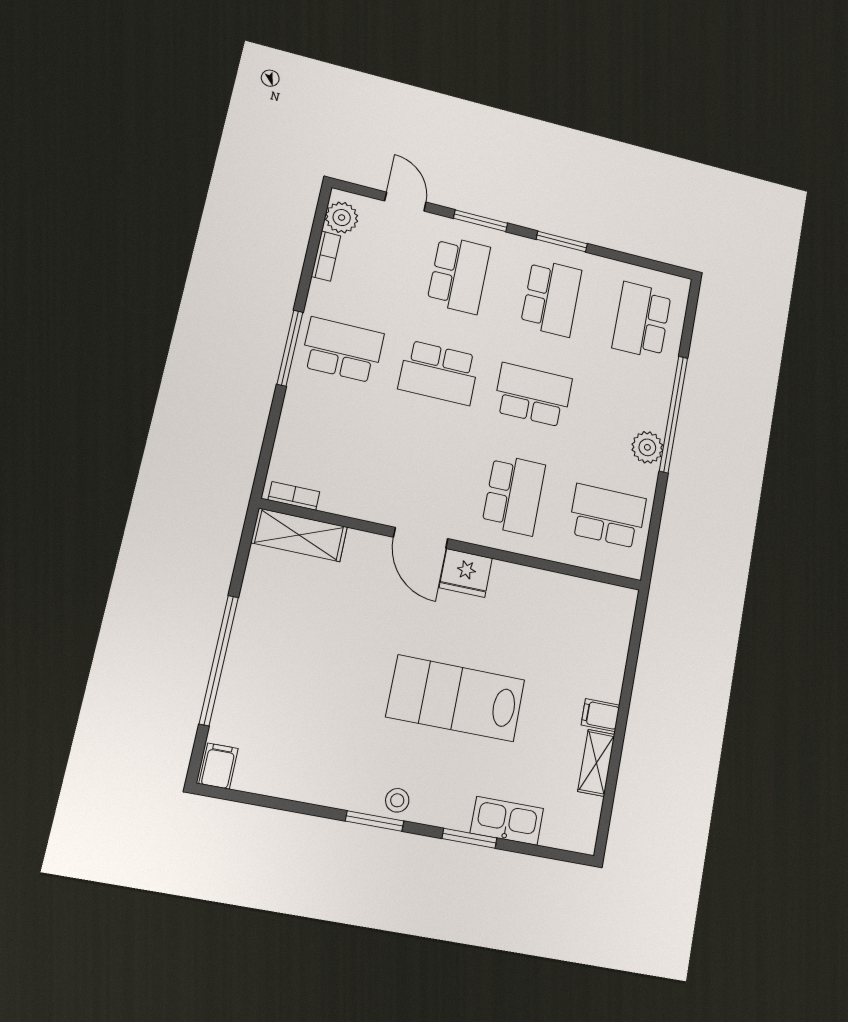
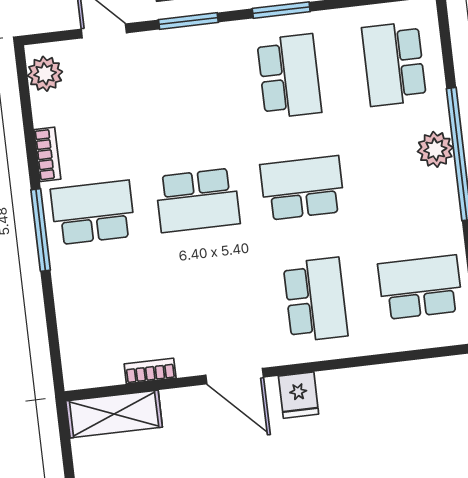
bookcase: (326, 256) -> (47, 154), moved
school desk: (459, 275) -> (185, 89), removed
plant: (647, 447) -> (435, 149), moved
bookcase: (294, 496) -> (150, 371), moved
fridge: (466, 573) -> (299, 395), width x0.72

